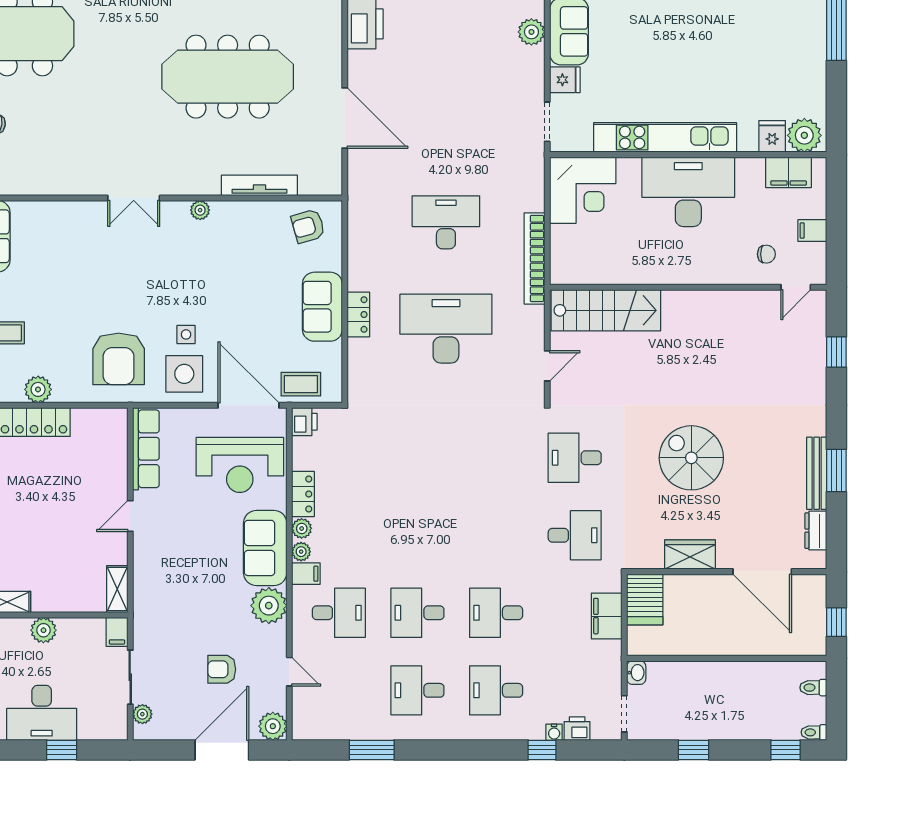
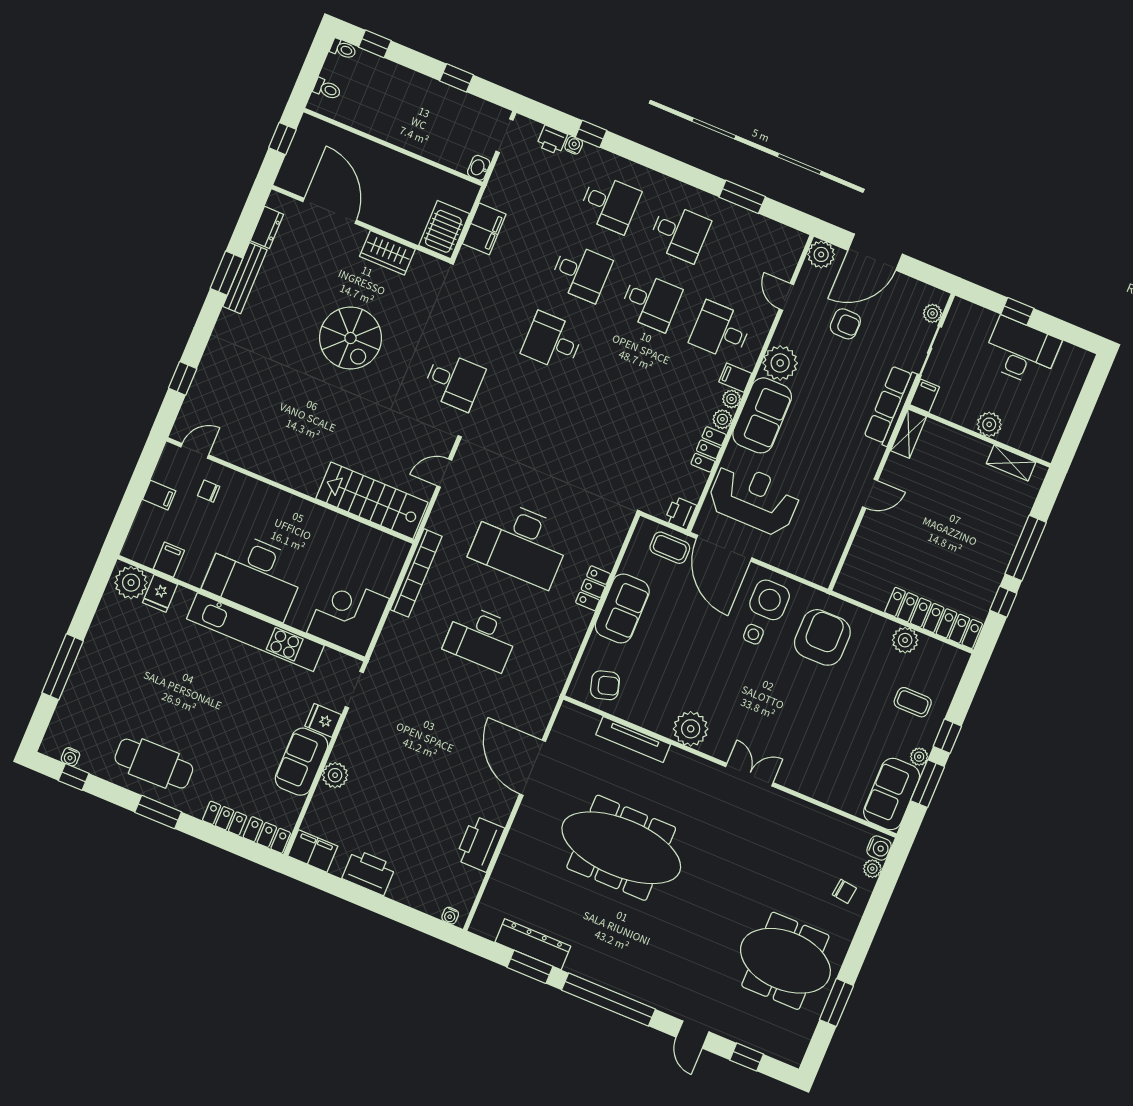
filing cabinet: (789, 172) -> (169, 560), width x0.50
plant: (200, 210) -> (691, 729), width x1.88, depth x1.88
row of seats: (146, 449) -> (890, 406), moved
desk: (575, 535) -> (552, 341), moved

